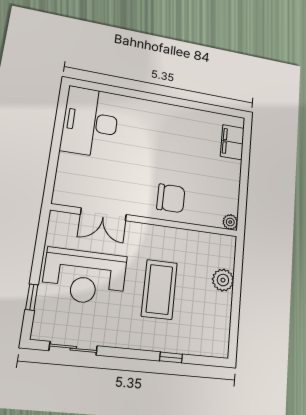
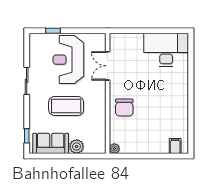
filing cabinet: (232, 142) -> (175, 146), width x0.50
sofa: (215, 321) -> (51, 143), added
sliding door: (73, 348) -> (27, 81), moved
window: (171, 357) -> (27, 136), moved

